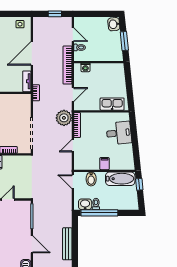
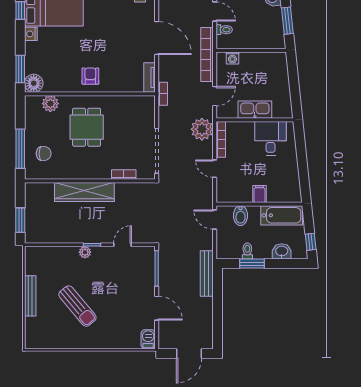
door: (32, 53) -> (157, 38), swing flipped
kitchen sink: (112, 104) -> (255, 110), moved
desk: (119, 133) -> (271, 138), moved, turned -84
door: (73, 146) -> (215, 169), hinge flipped
window: (139, 184) -> (311, 242), moved
washbasin: (85, 204) -> (282, 251), moved
window: (99, 213) -> (252, 264), width x0.47
bench: (67, 244) -> (207, 273), moved

